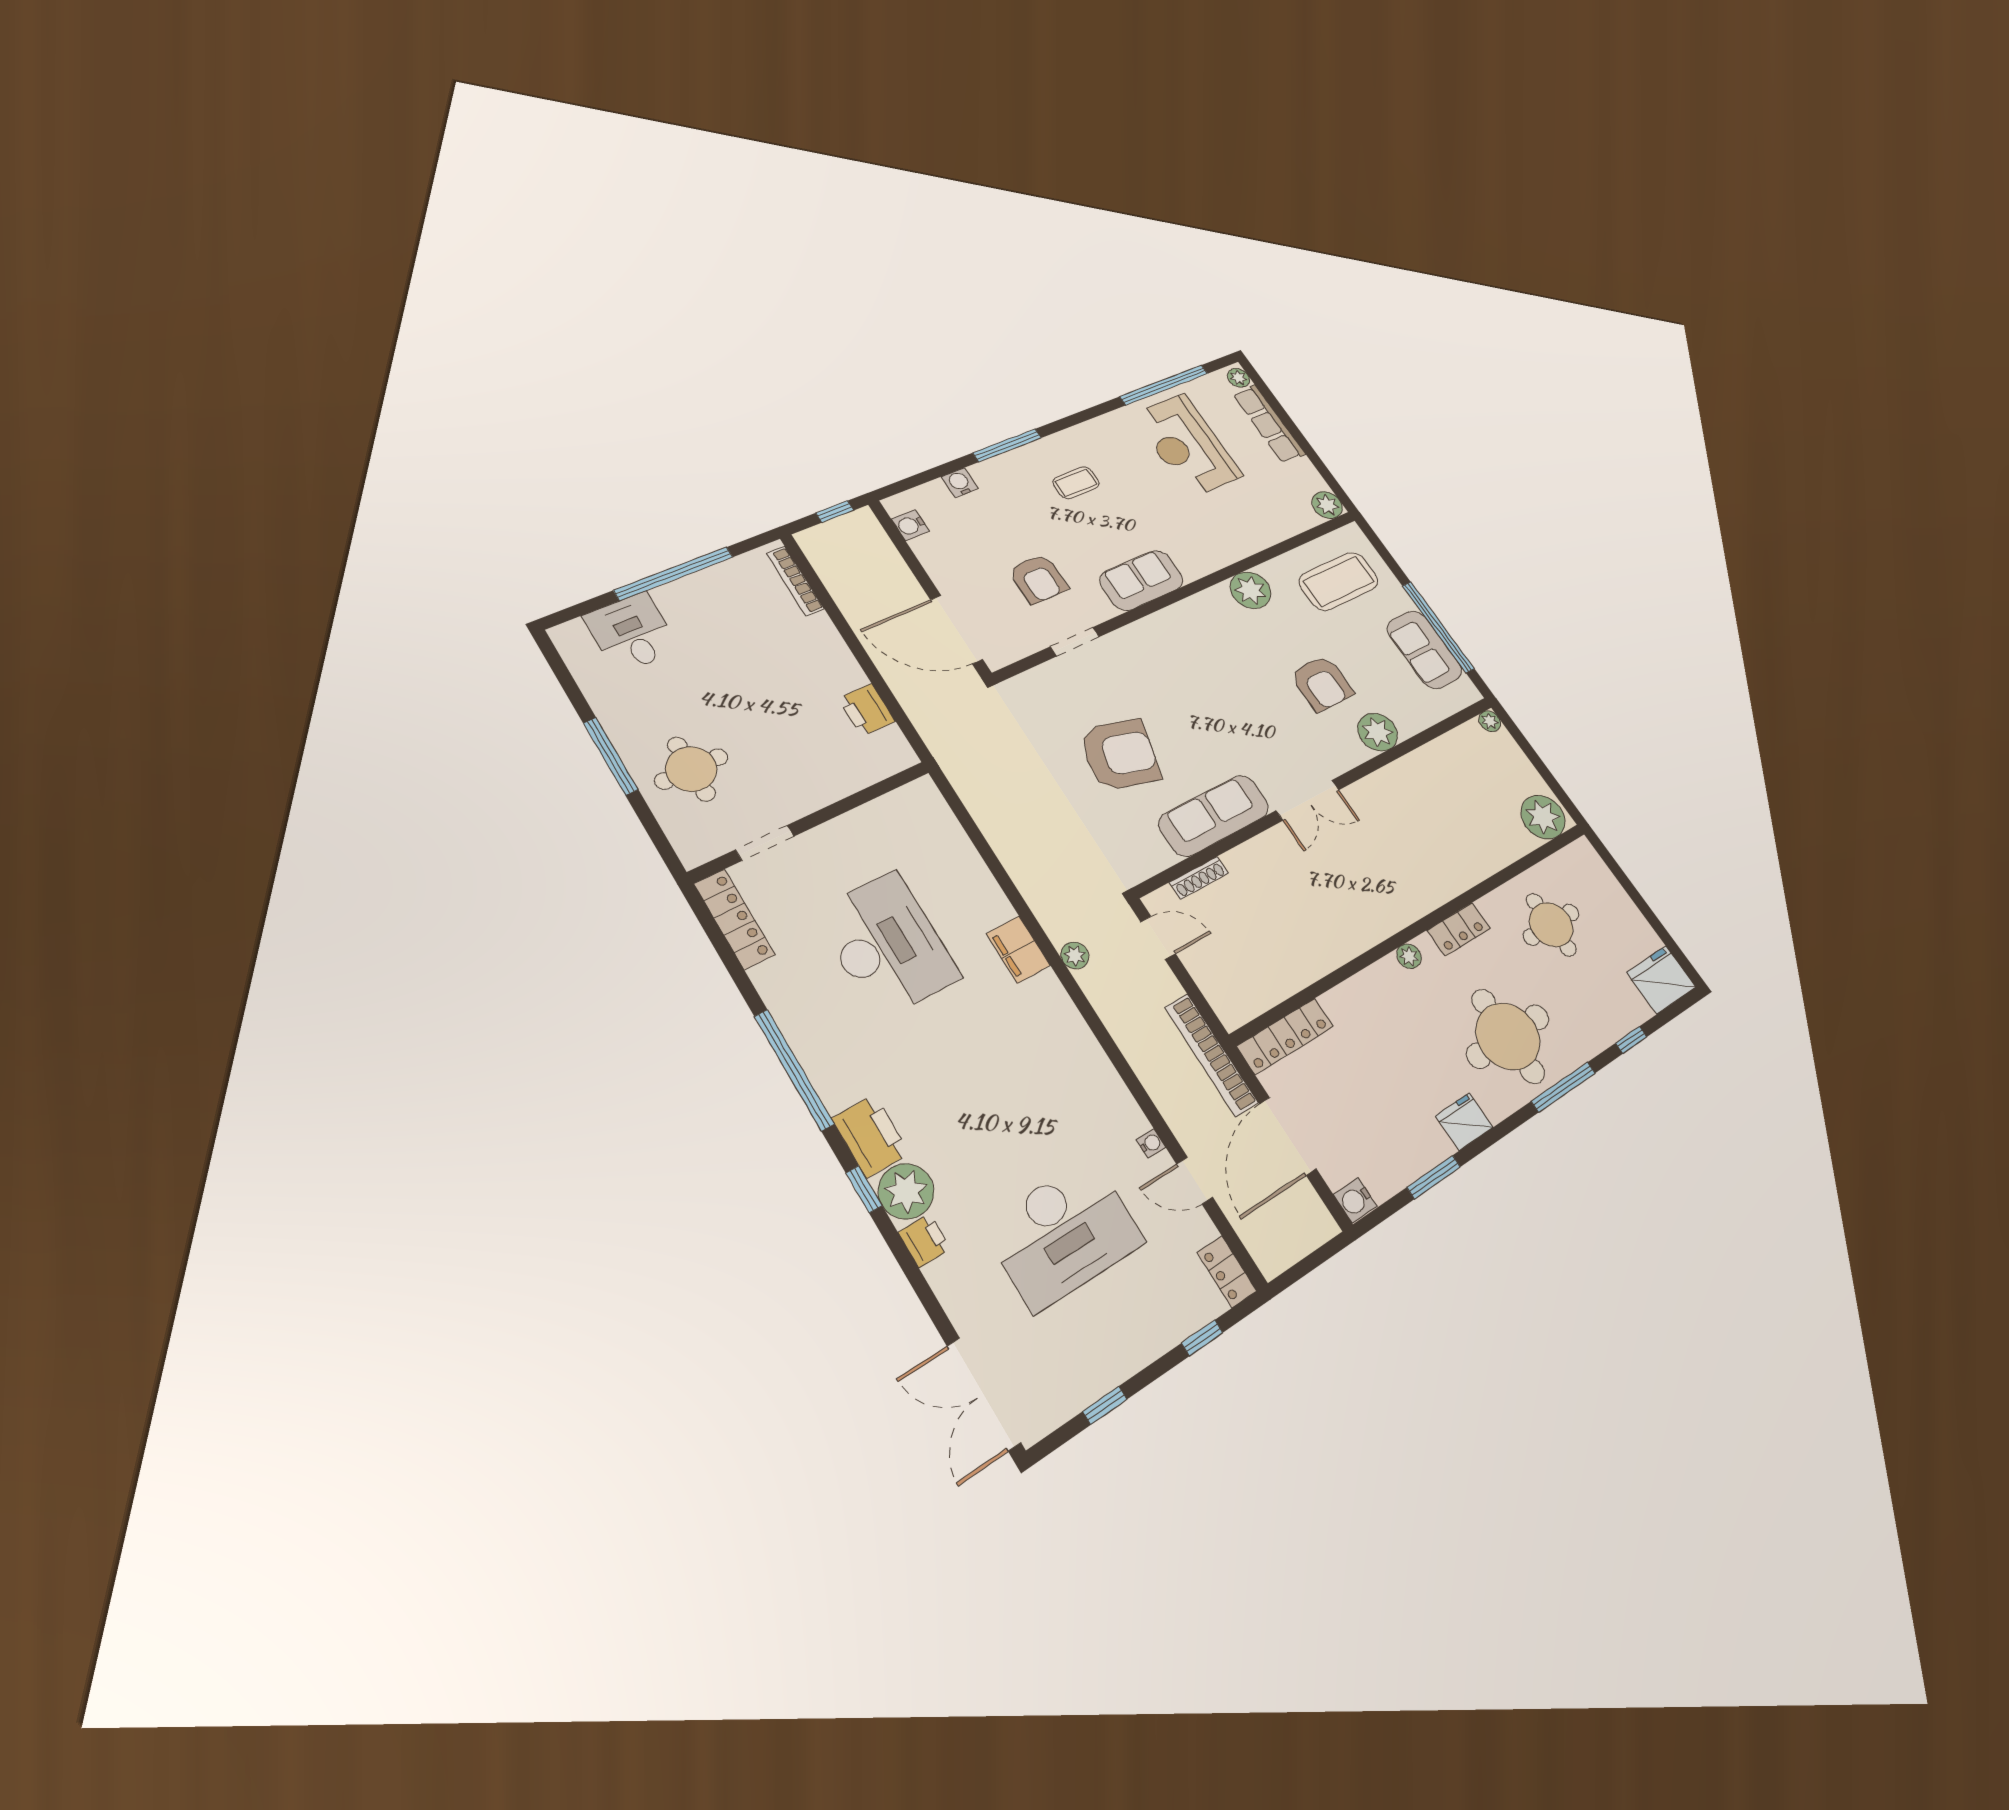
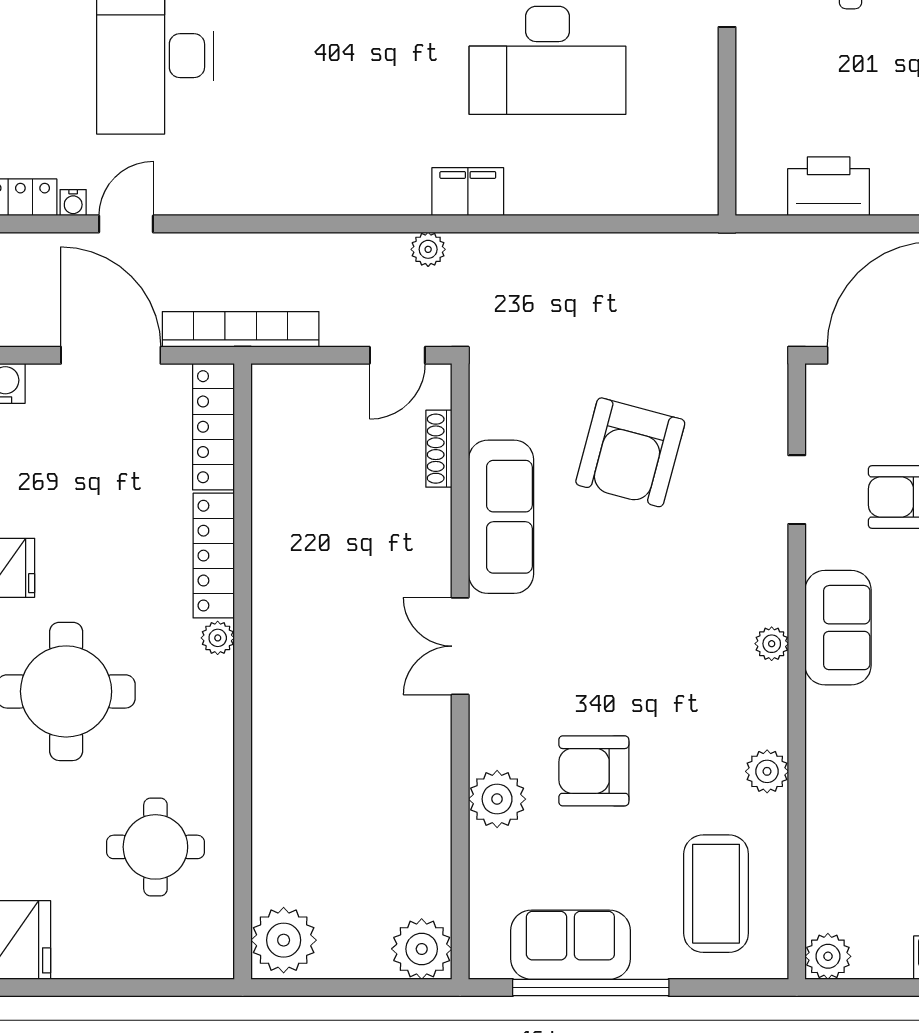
plant: (1251, 590) -> (767, 771), width x0.73, depth x0.73
plant: (1177, 614) -> (772, 644), added
printer: (867, 710) -> (829, 186), width x1.37, depth x1.19
plant: (1490, 721) -> (422, 949), width x1.88, depth x1.88
locker: (1459, 929) -> (214, 556), moved, width x1.53
water cooler: (1151, 1143) -> (73, 203), moved

